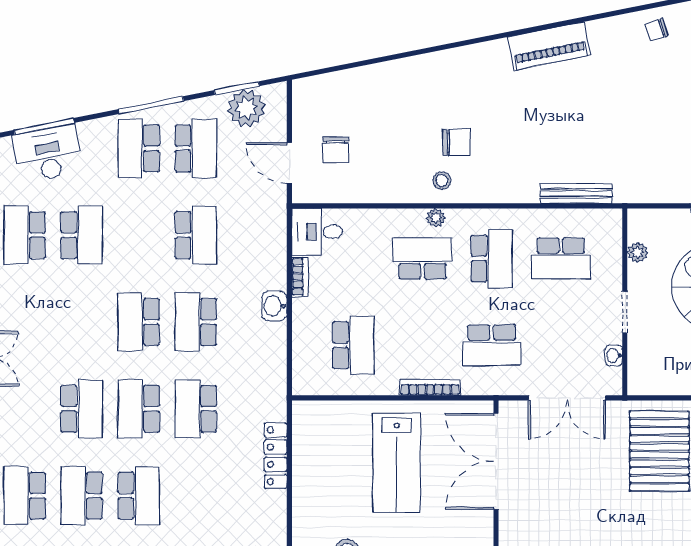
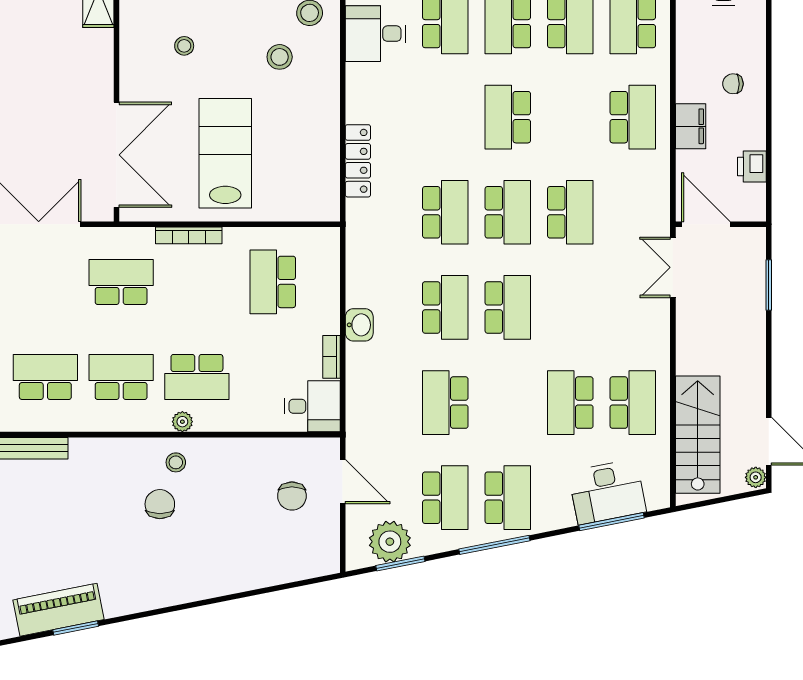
window: (533, 29) -> (76, 628), added
chair: (456, 142) -> (160, 504), turned 90
school desk: (196, 148) -> (445, 498), turned 180
chair: (336, 150) -> (292, 496), turned 180
school desk: (492, 258) -> (121, 377), turned 90
school desk: (82, 409) -> (570, 212), turned 180
school desk: (82, 496) -> (570, 117), removed

